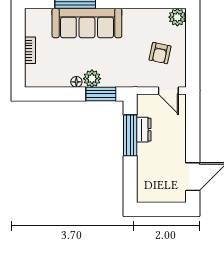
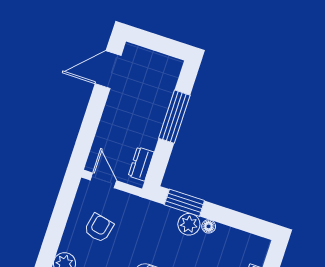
dresser: (144, 130) -> (141, 164), moved
window: (130, 135) -> (174, 117), moved

